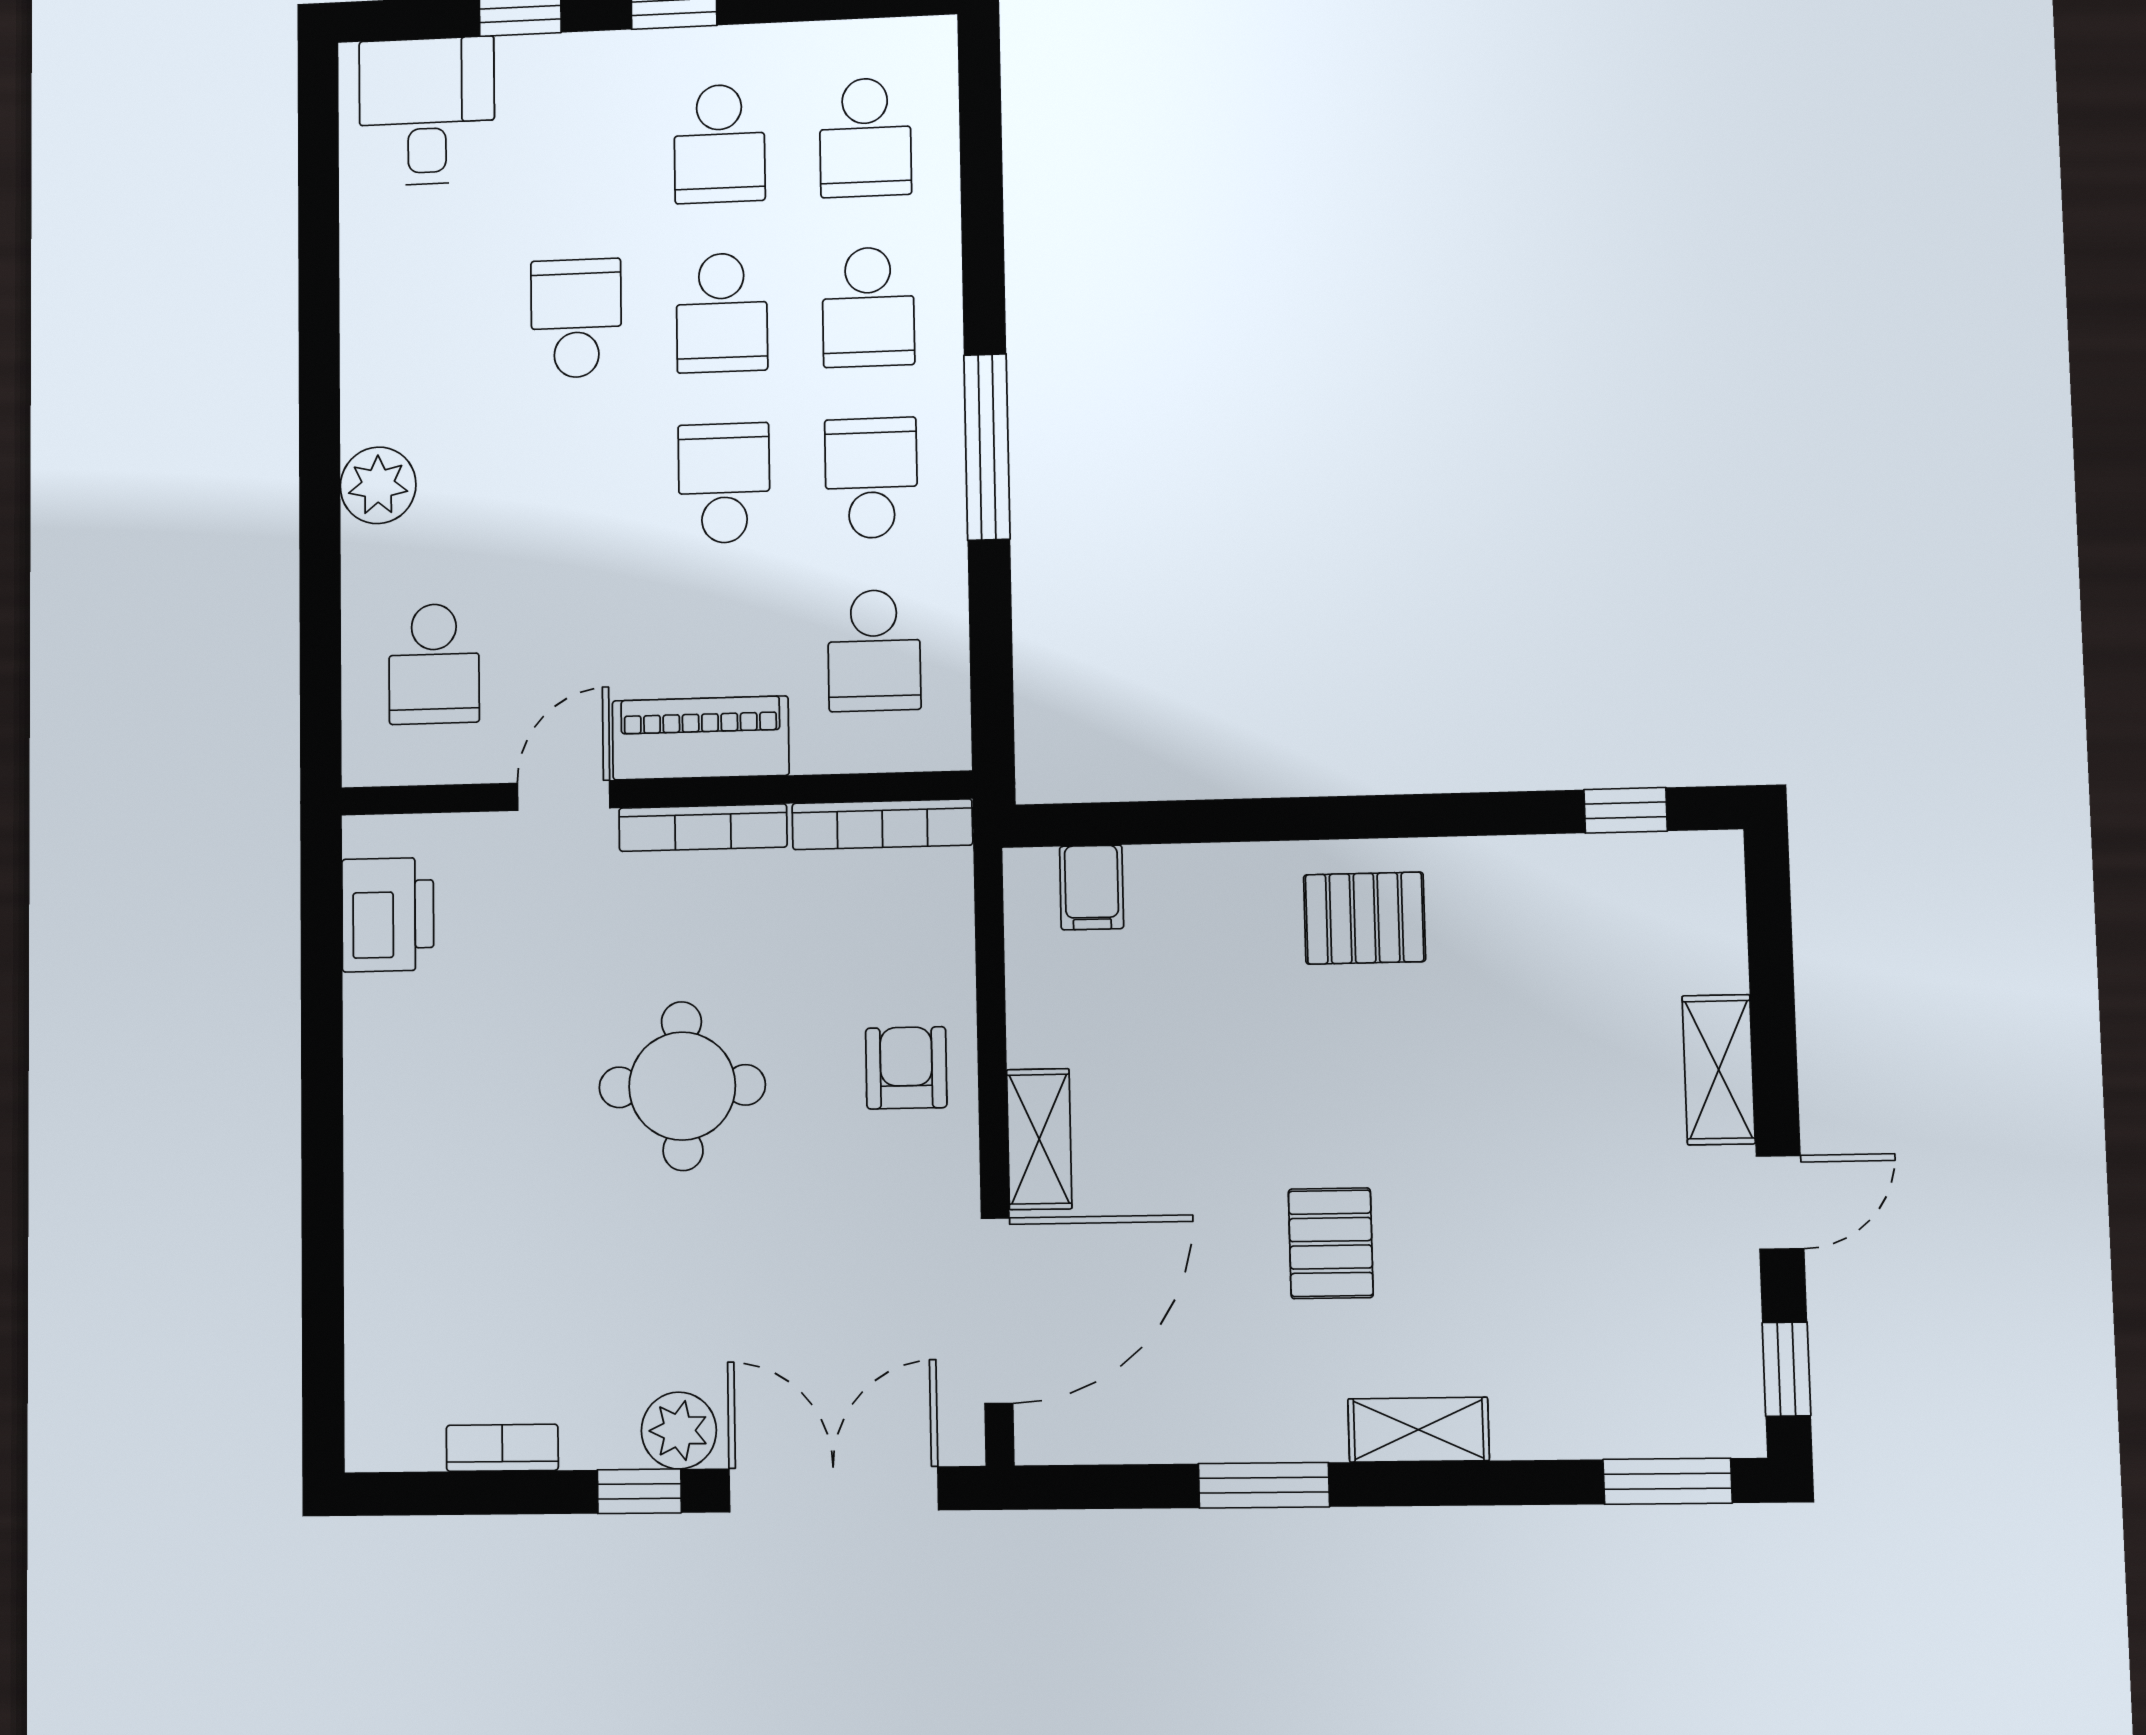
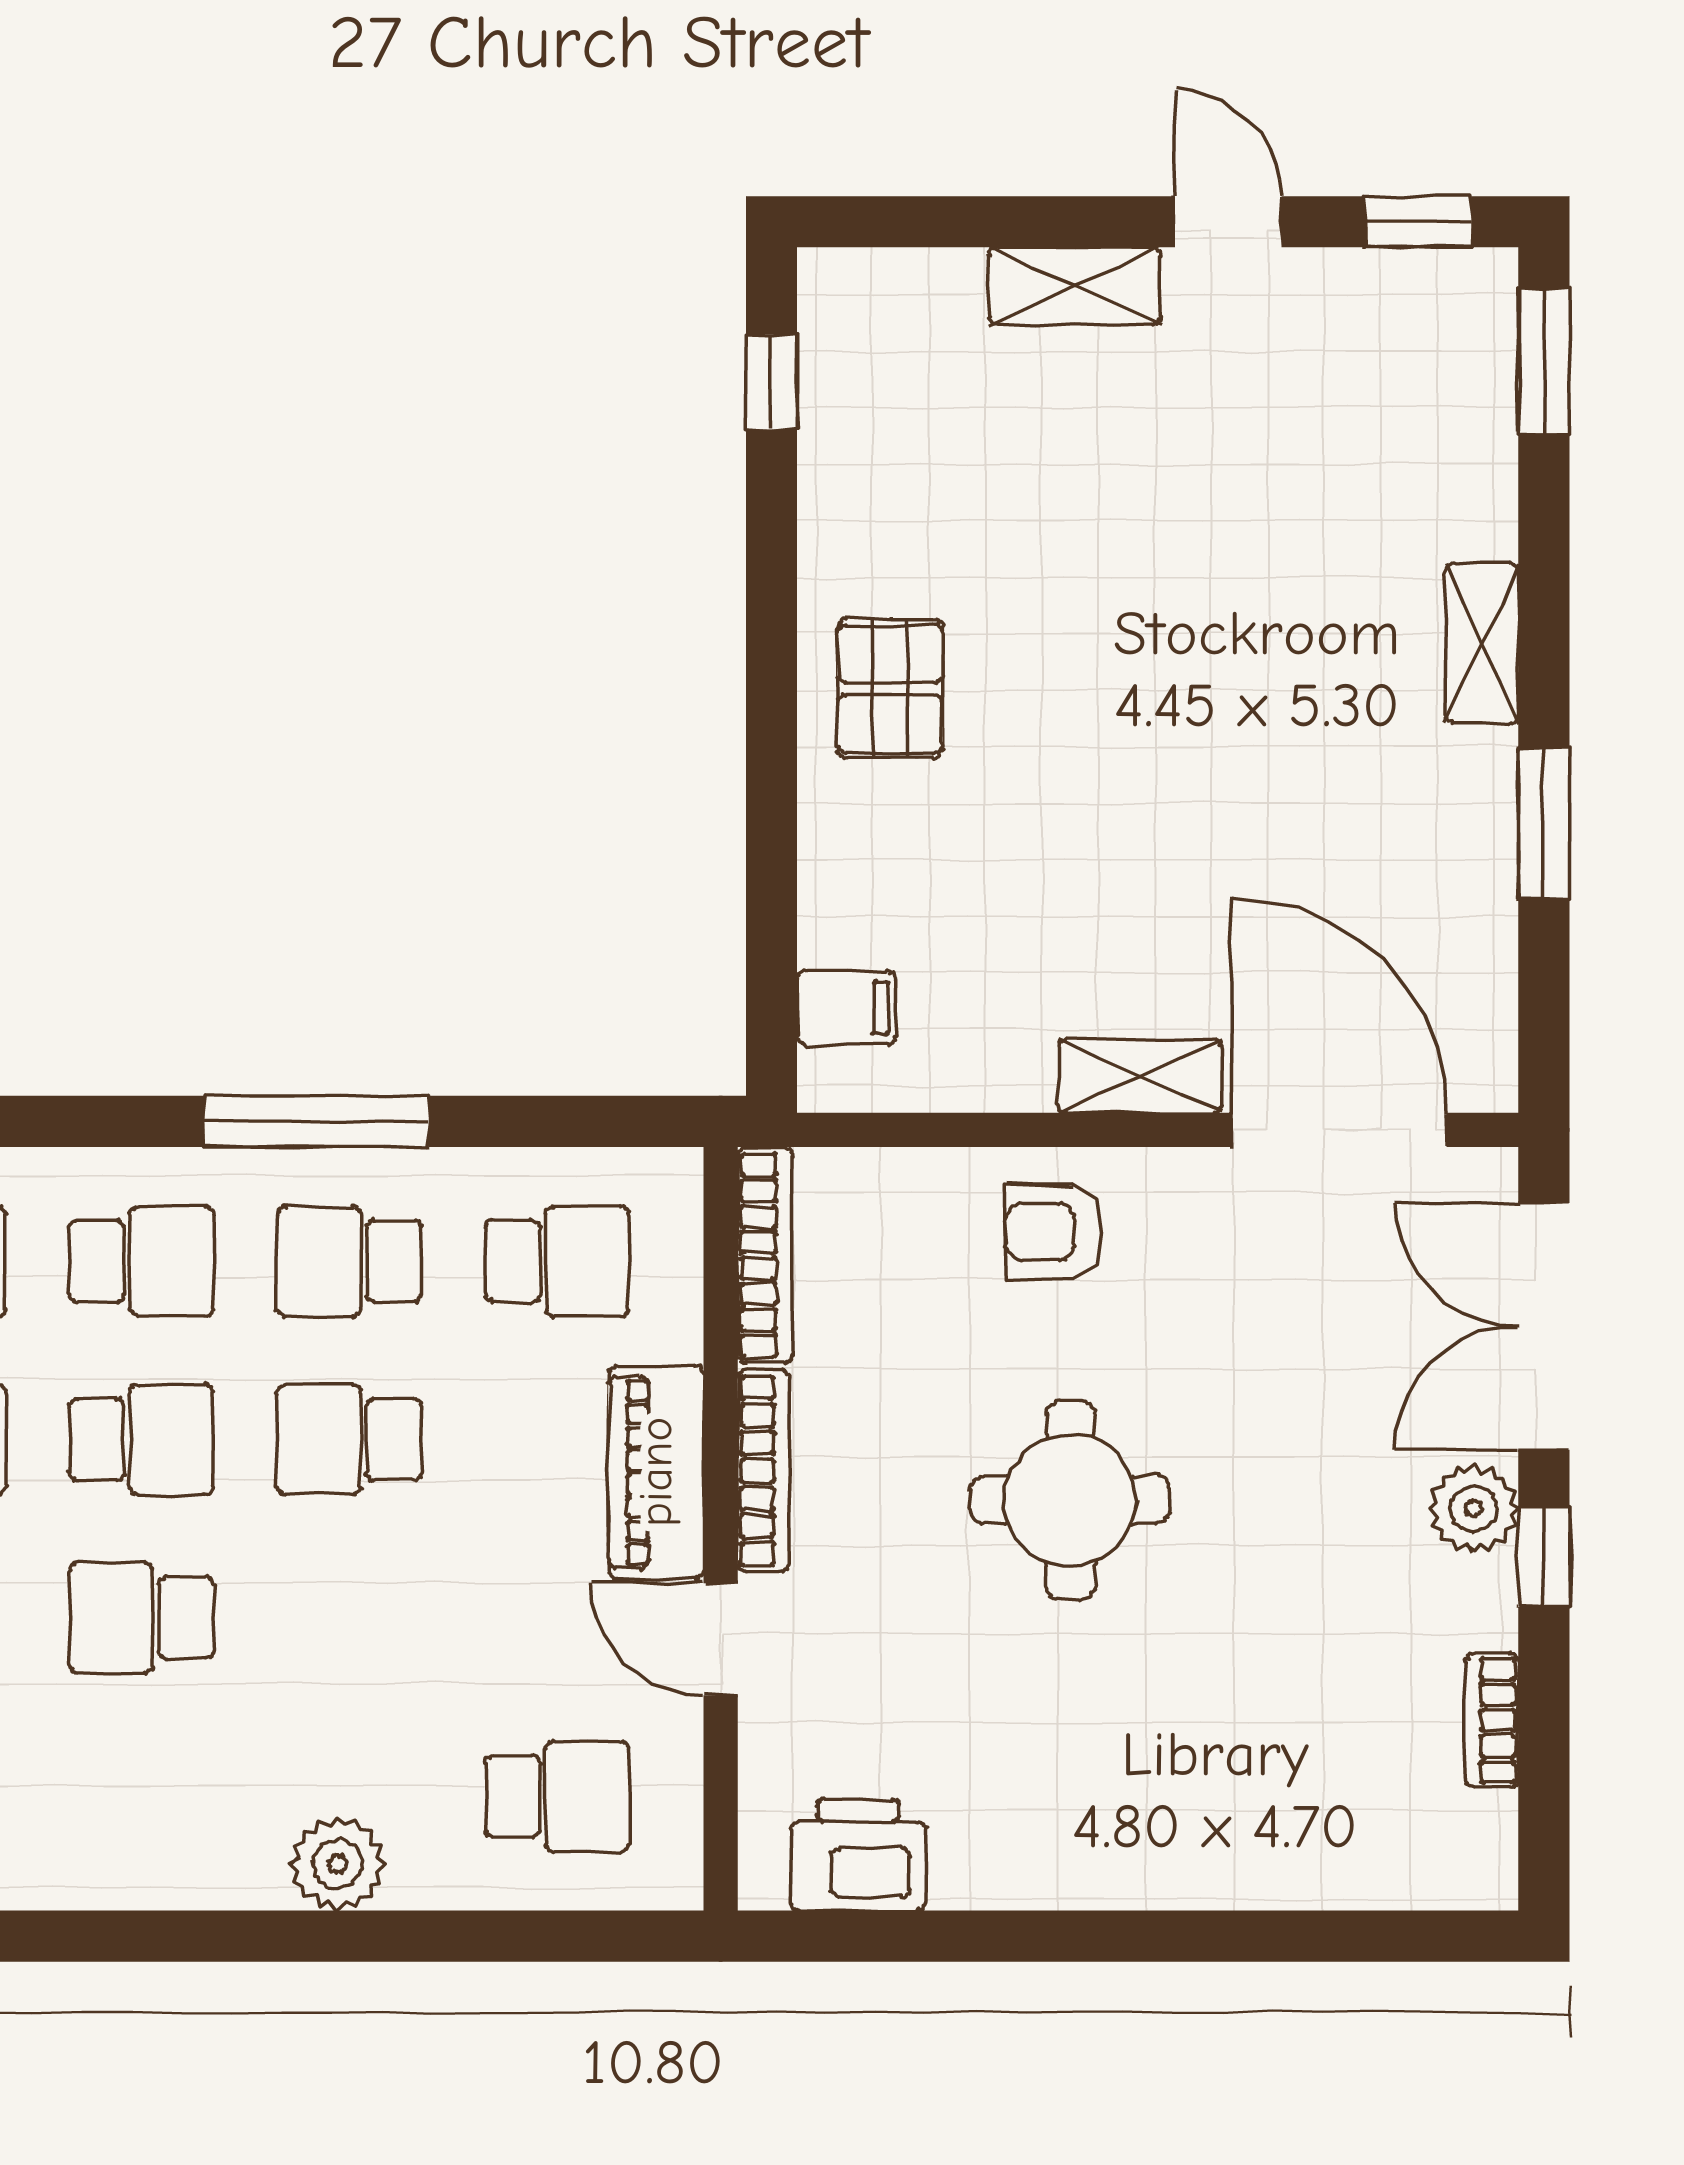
pallet: (1331, 1243) -> (1267, 738), removed

